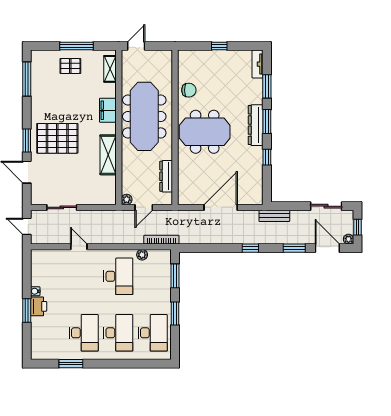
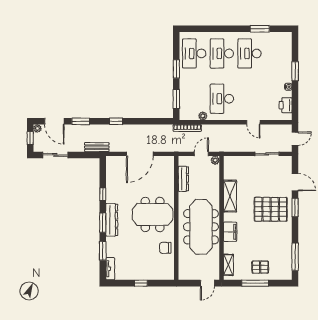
door: (27, 226) -> (295, 139), hinge flipped
printer: (39, 306) -> (286, 105), moved

